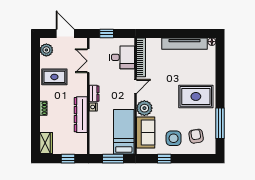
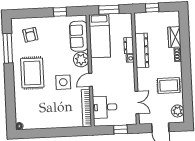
tv unit: (185, 44) -> (45, 123), removed
dresser: (94, 94) -> (129, 46), moved
rug: (196, 96) -> (32, 73), turned 90
side table: (174, 138) -> (63, 82), moved
wardrobe: (46, 143) -> (174, 37), moved

